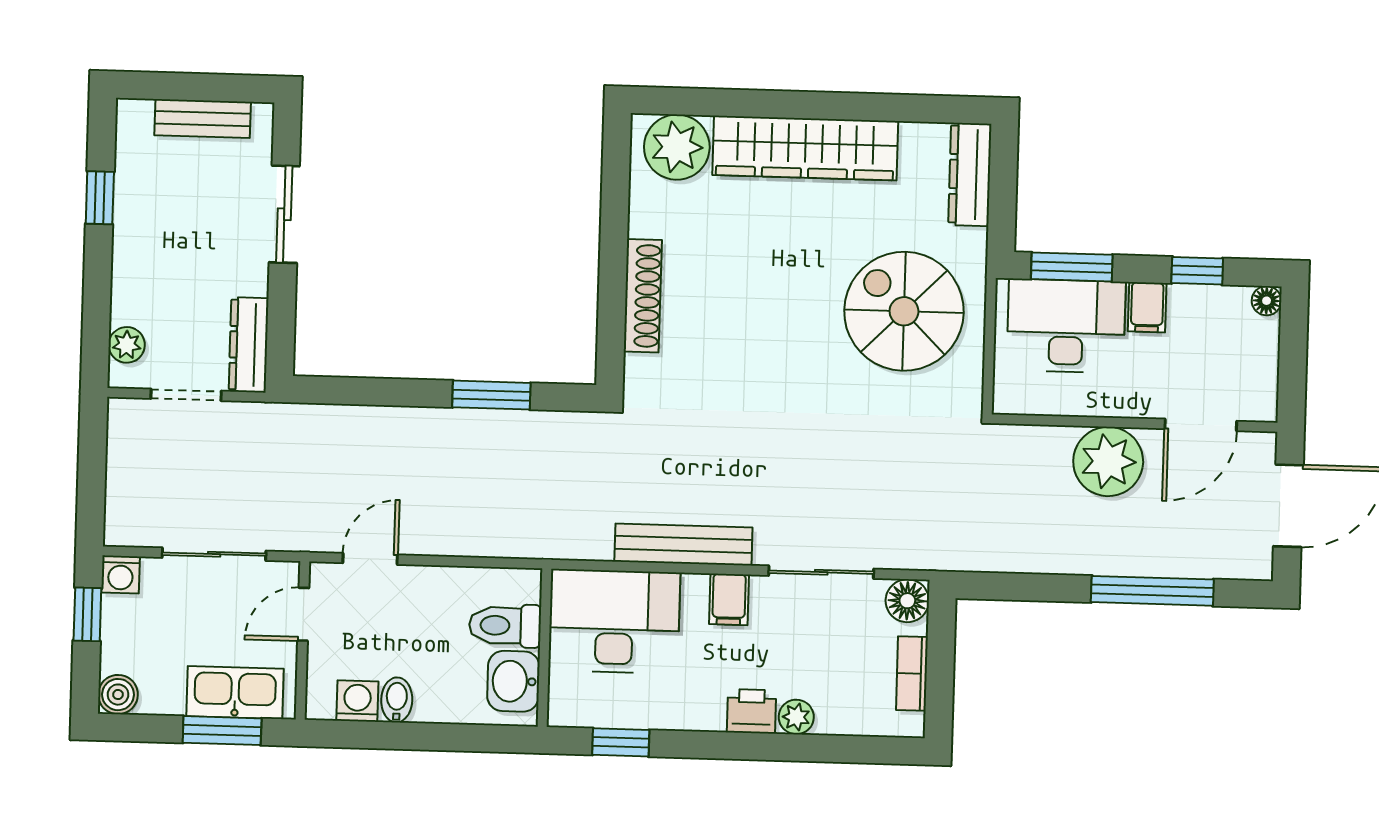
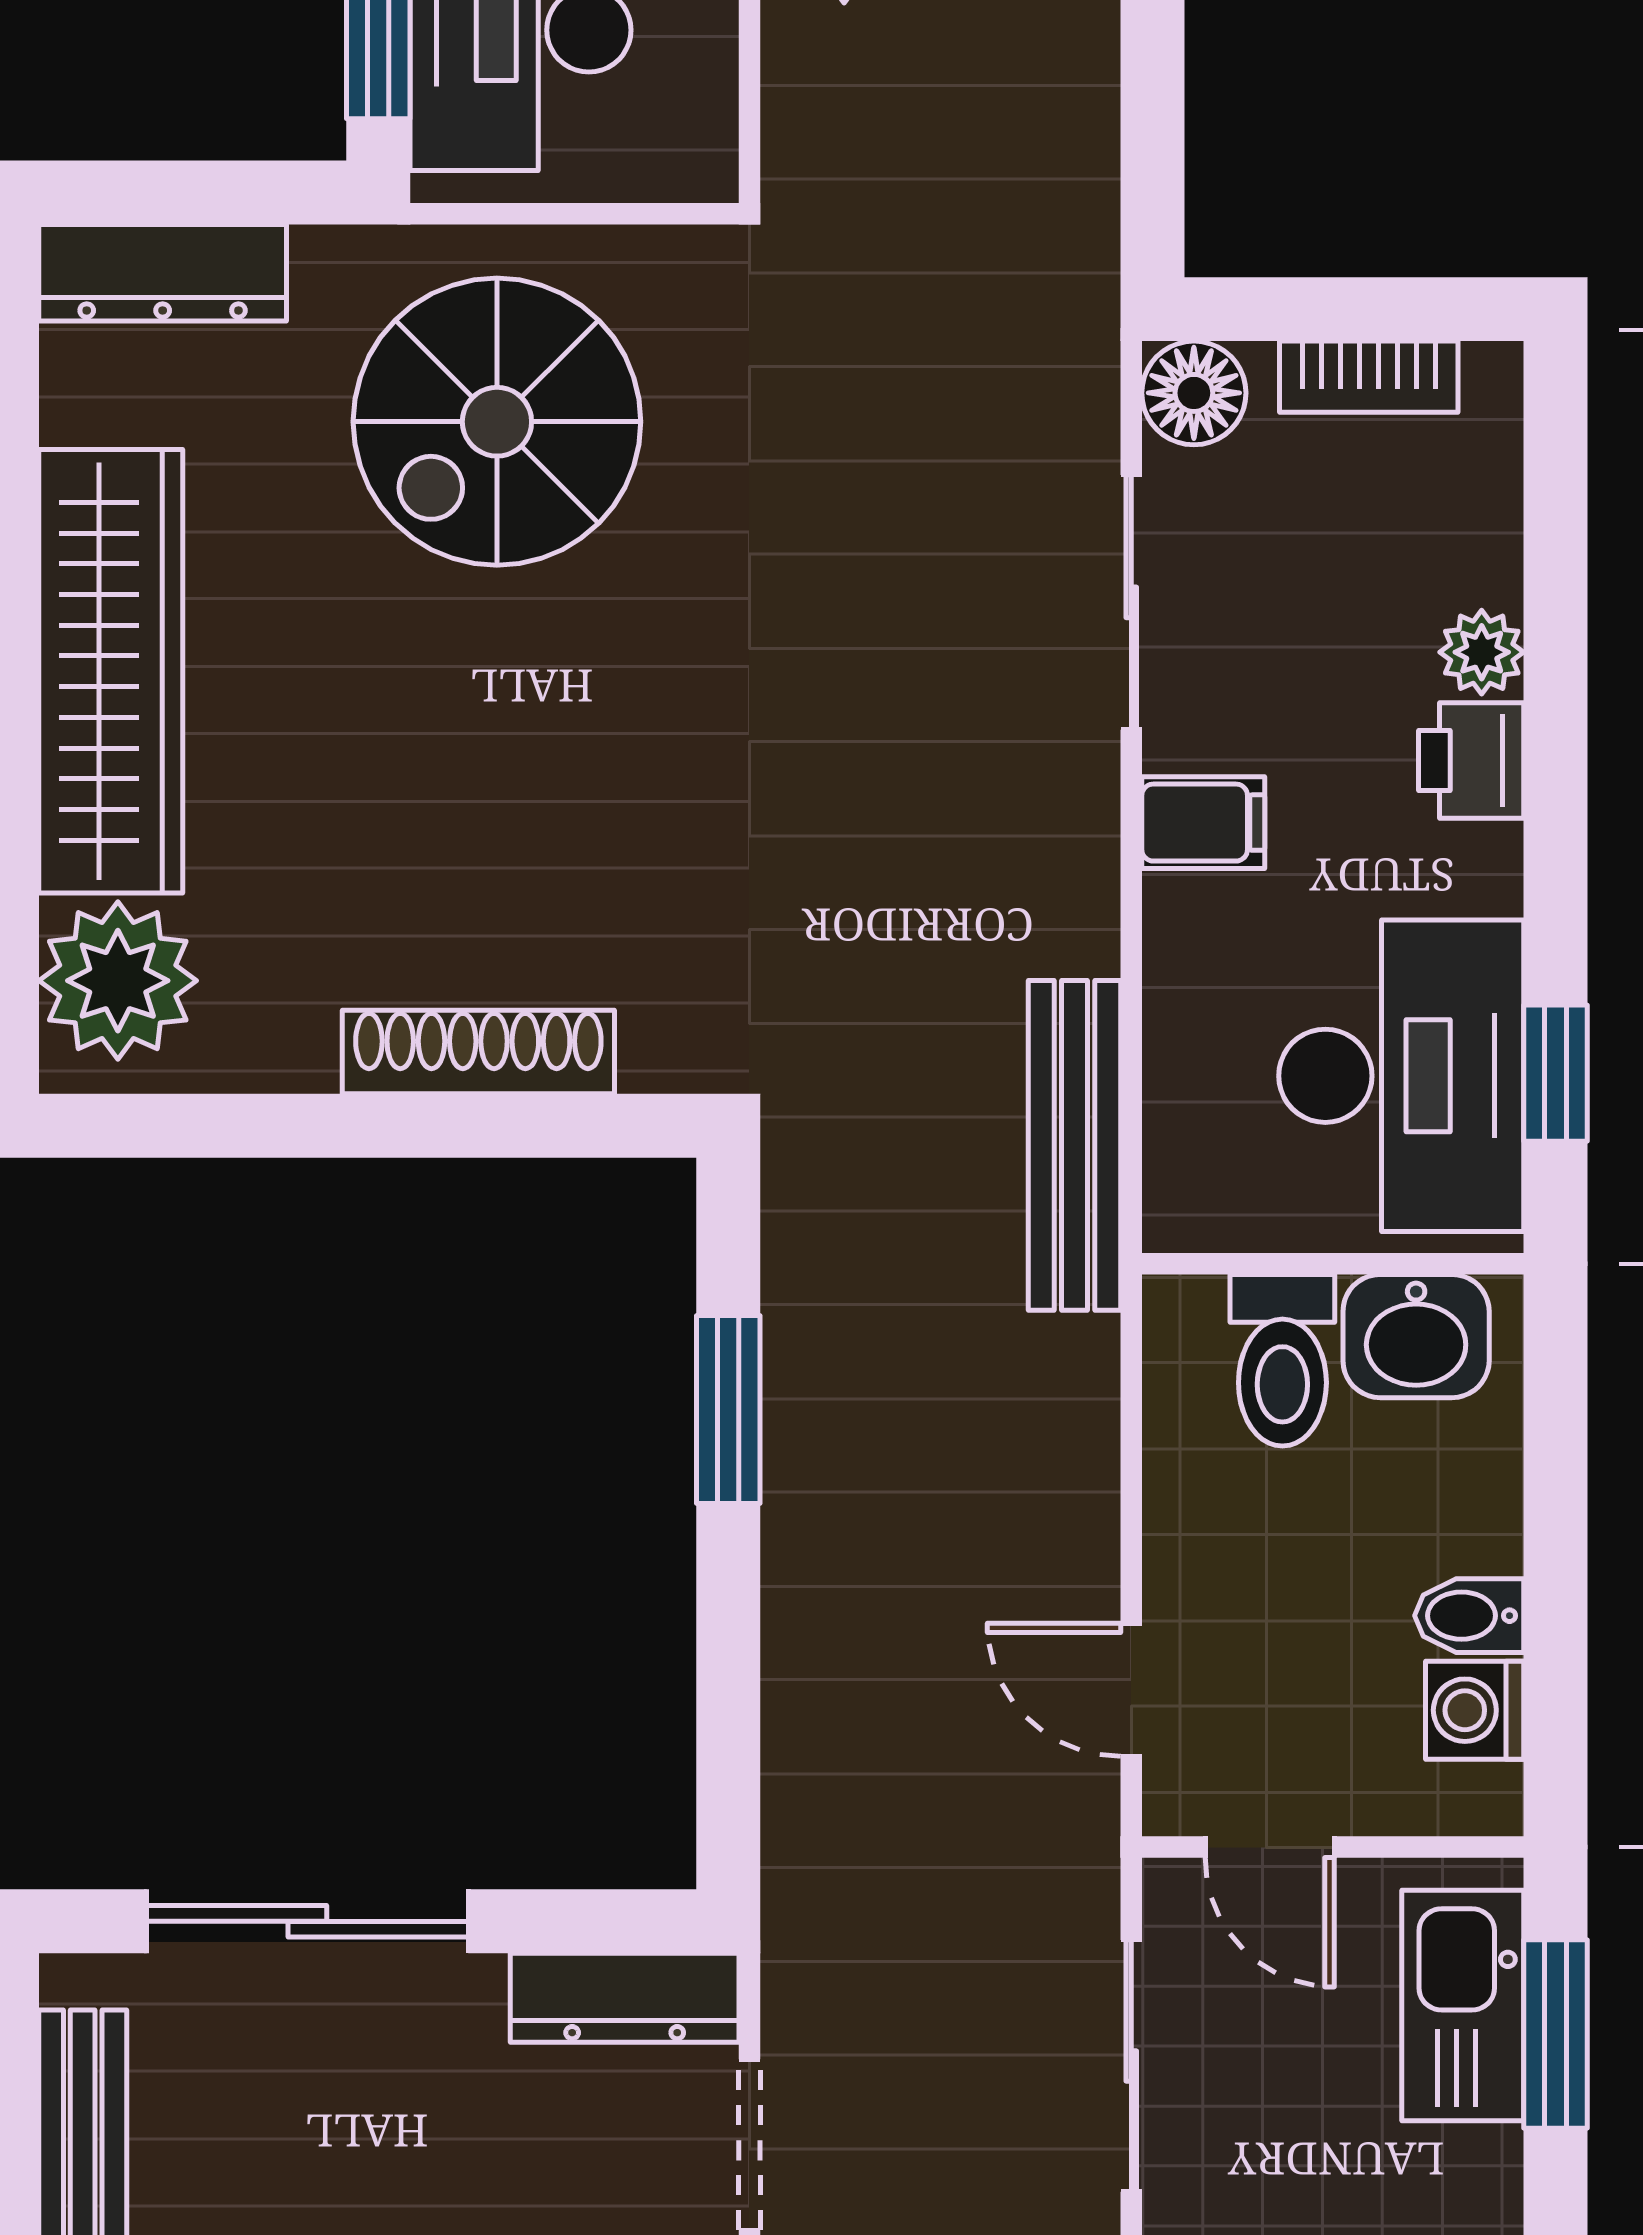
sliding door: (284, 214) -> (307, 1921), width x1.37
bench: (683, 545) -> (1074, 1145), moved
desk: (614, 621) -> (1401, 1076), moved, turned 180

